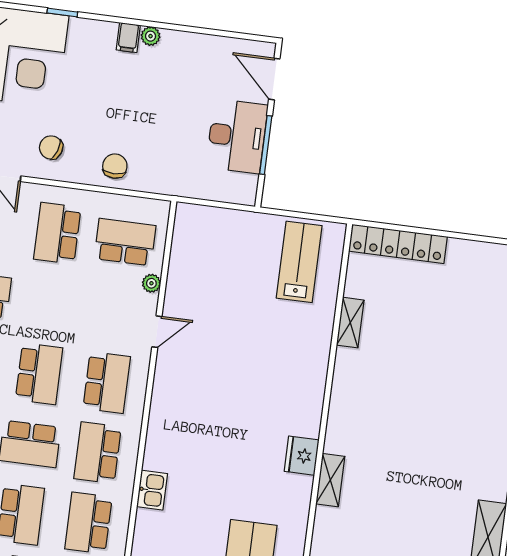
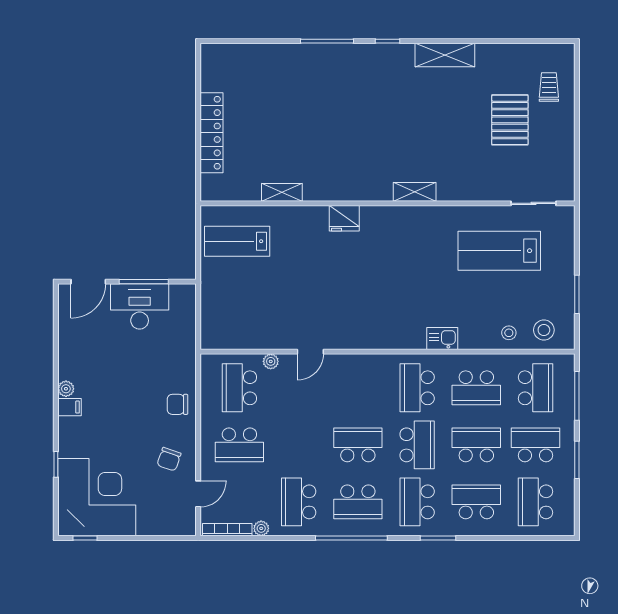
locker: (398, 244) -> (212, 133), moved
door: (157, 332) -> (310, 352), swing flipped
school desk: (107, 383) -> (358, 388), removed
school desk: (98, 453) -> (417, 388), turned 90
fridge: (302, 456) -> (344, 218), moved

